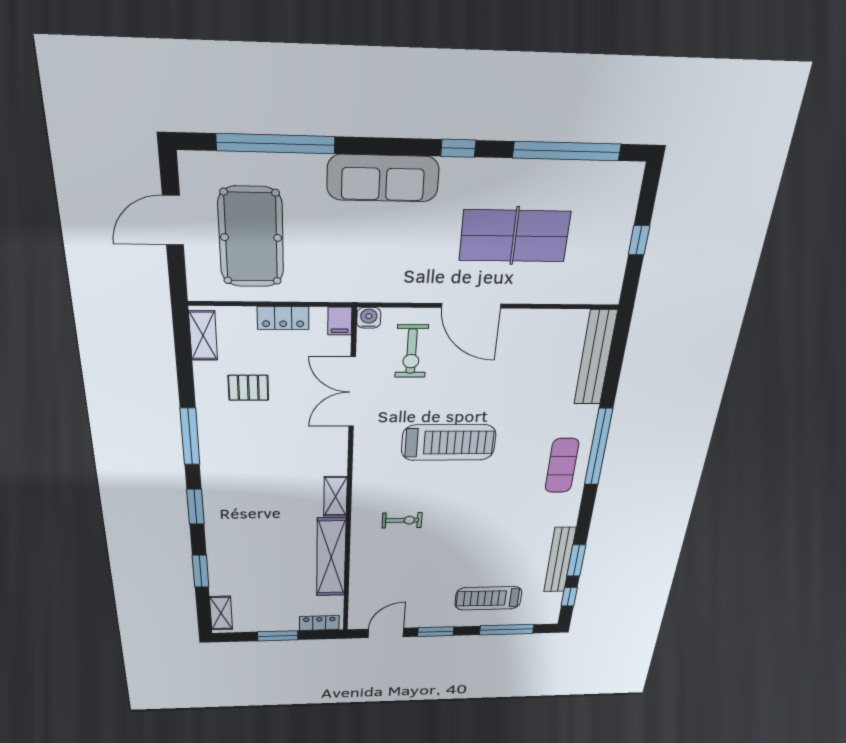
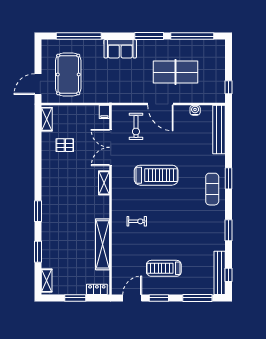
window: (458, 148) -> (149, 36), width x2.17
sofa: (383, 178) -> (120, 49), width x0.73
door: (173, 220) -> (38, 84), moved
window: (639, 240) -> (228, 87), moved
locker: (283, 318) -> (80, 111), removed
water cooler: (369, 318) -> (195, 110), moved
window: (190, 437) -> (38, 171), removed
window: (598, 447) -> (228, 178), width x0.47
shelving: (335, 496) -> (104, 183), moved
bench: (560, 560) -> (220, 273), moved
window: (576, 560) -> (228, 230), moved
treadmill: (488, 598) -> (164, 268), moved

